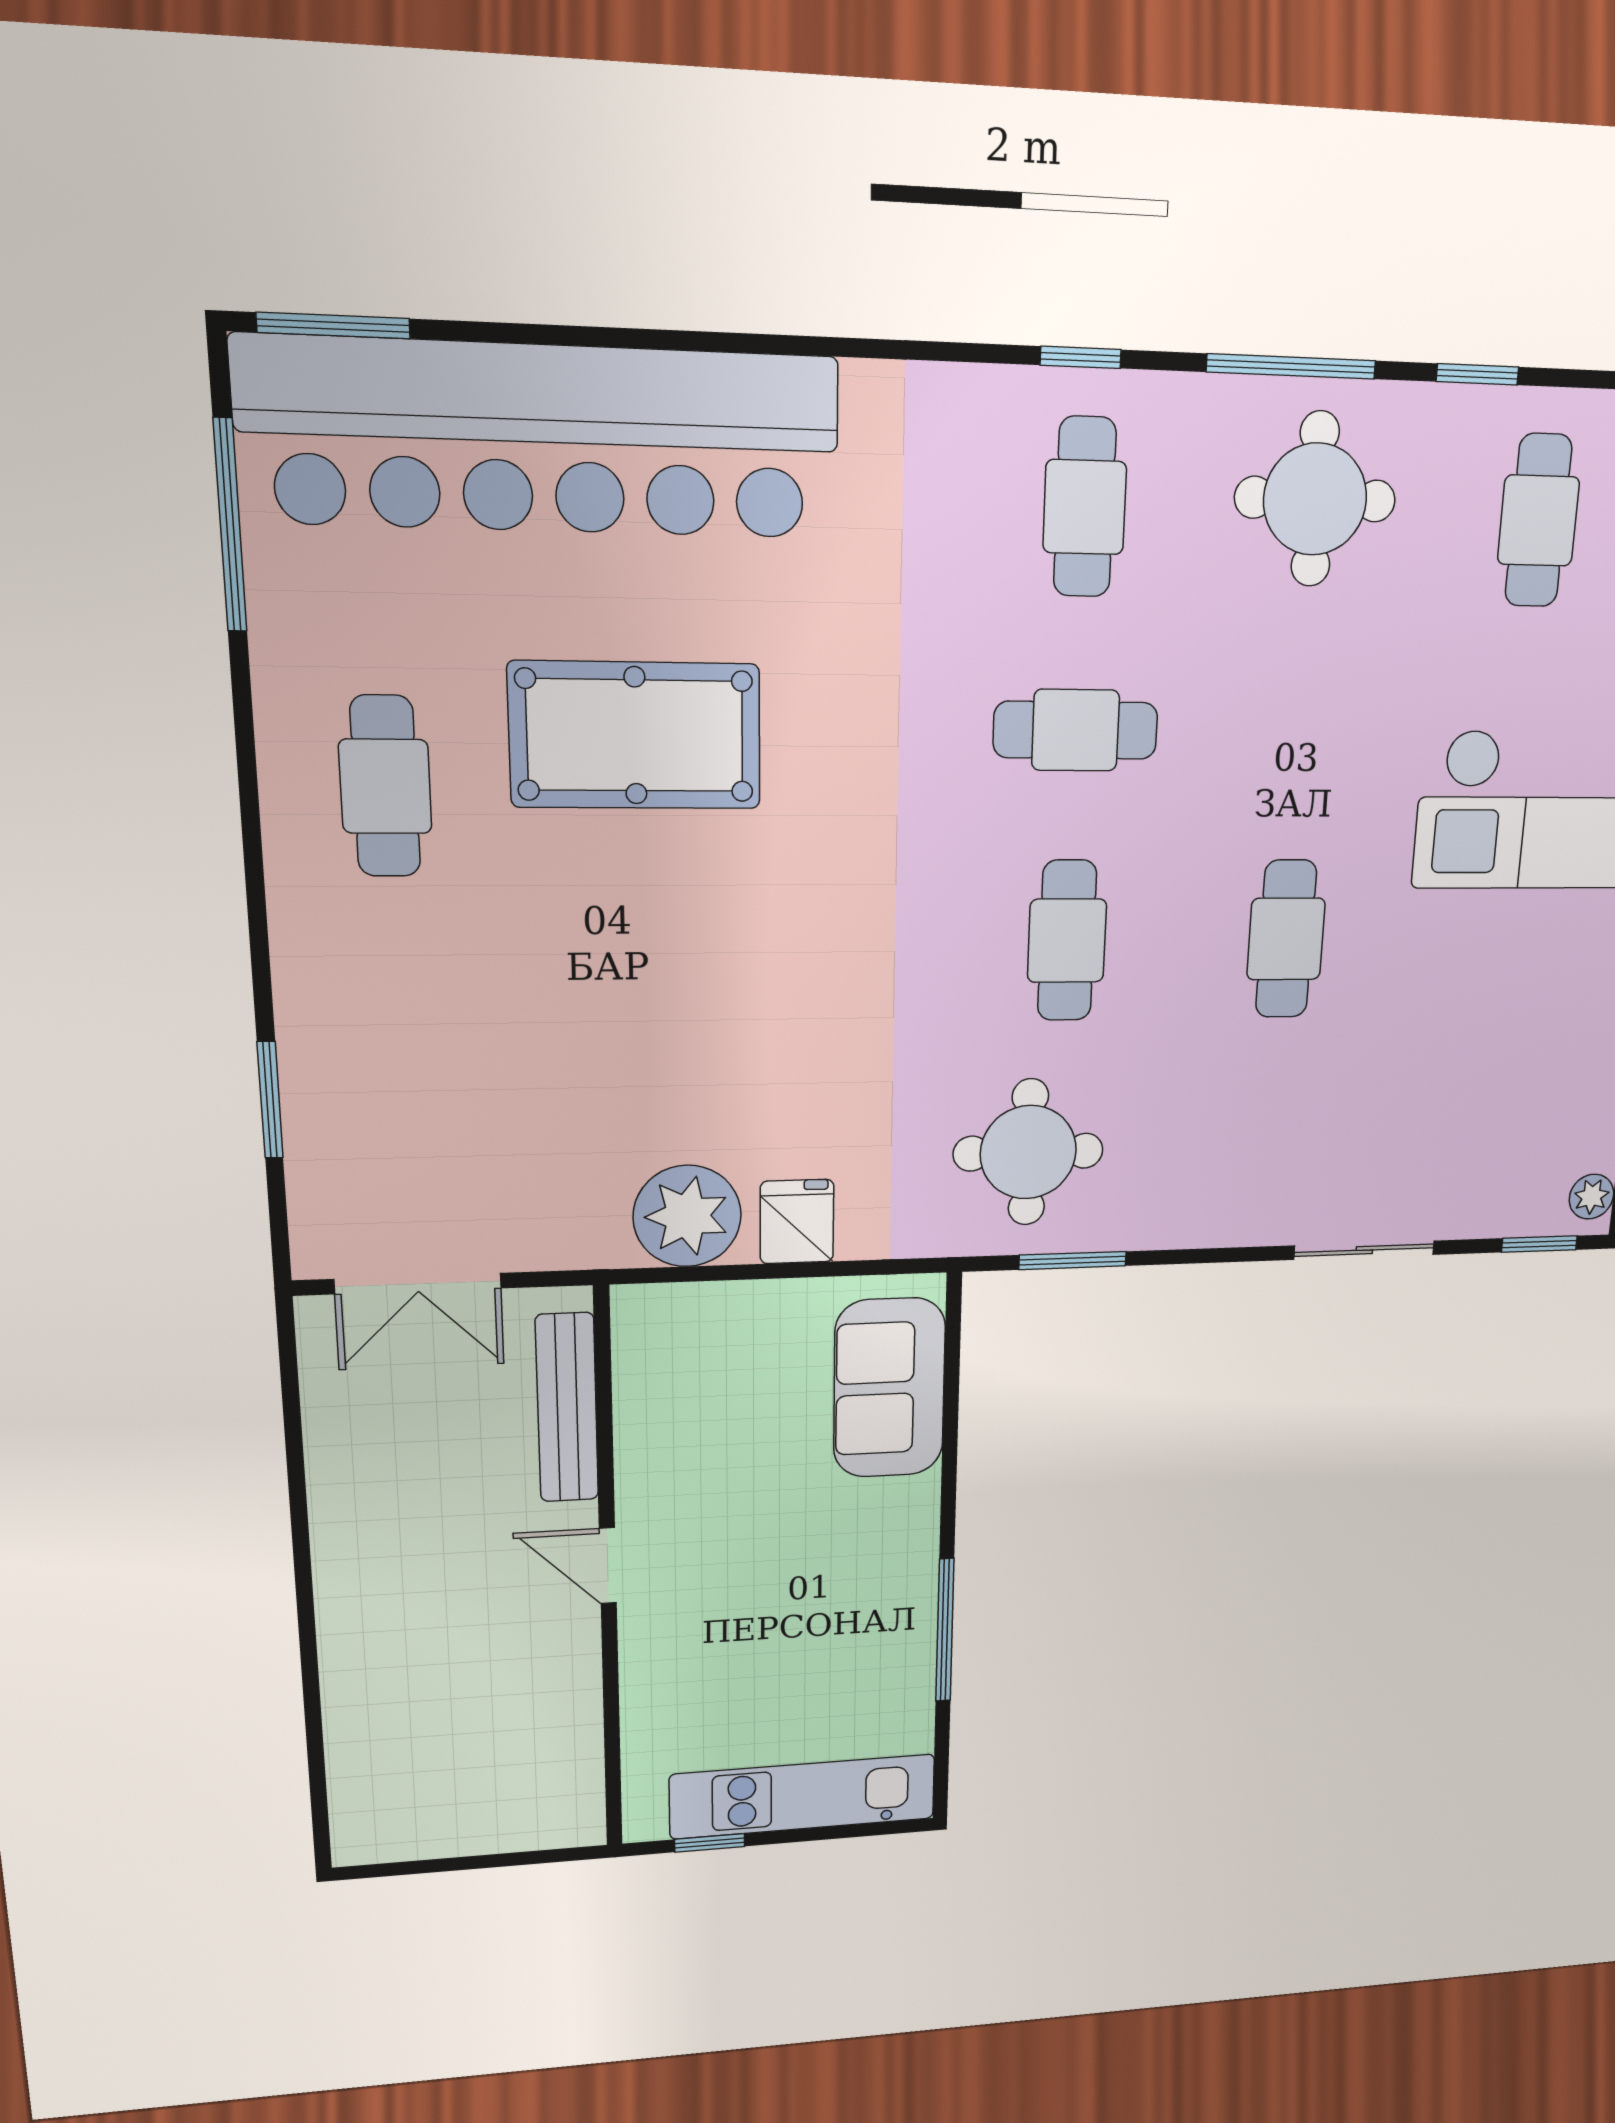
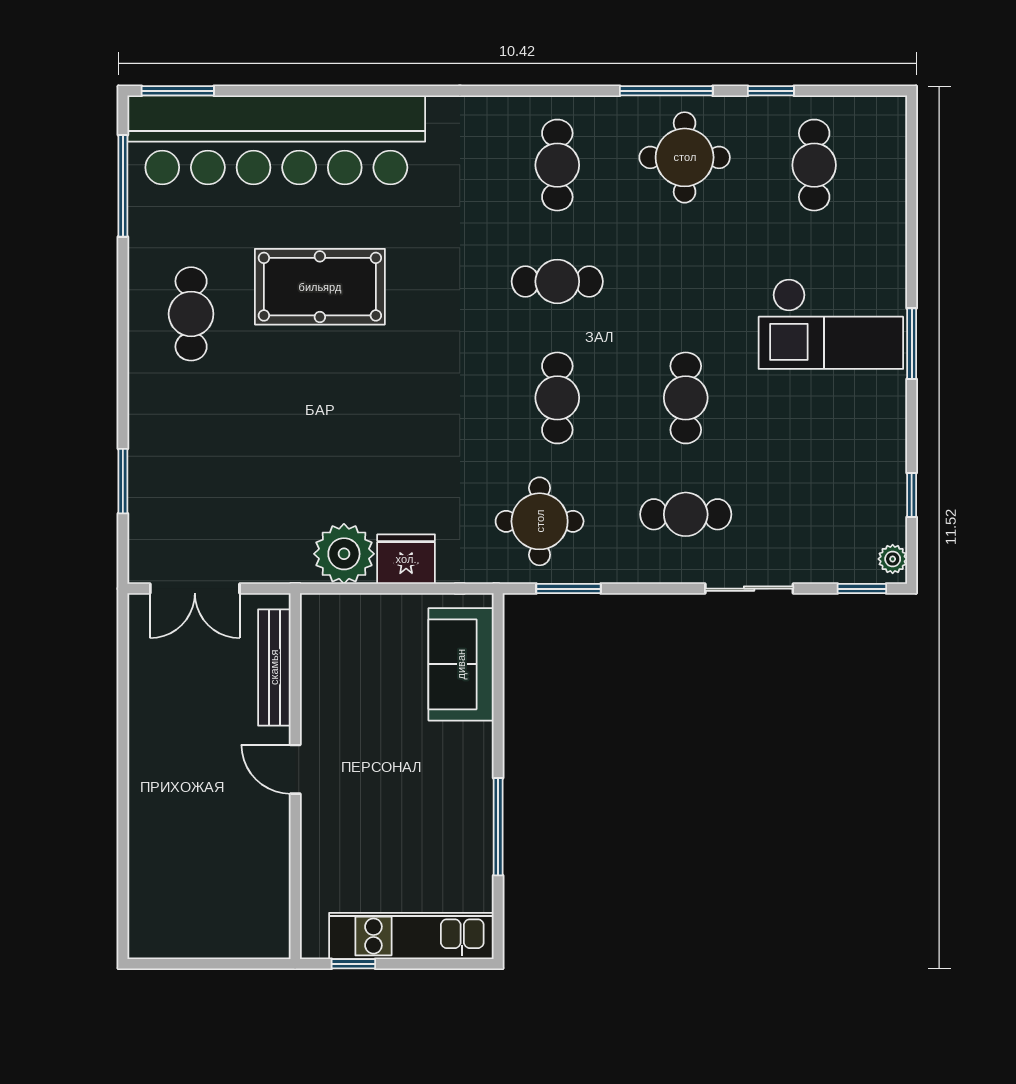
window: (1081, 357) -> (552, 91), removed
cafe table: (1272, 1134) -> (686, 514), added
fridge: (797, 1222) -> (406, 559), width x1.38

